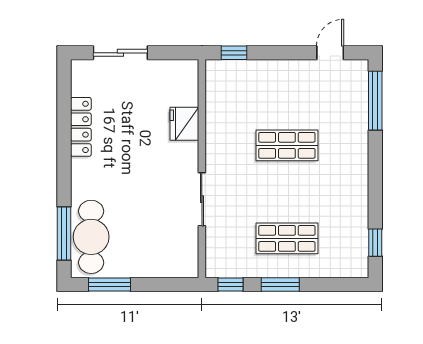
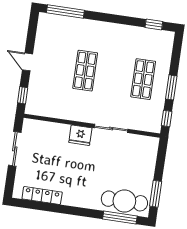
sliding door: (120, 53) -> (15, 149), moved
door: (330, 53) -> (27, 62), moved
fridge: (184, 124) -> (80, 135), moved
locker: (81, 127) -> (42, 195), moved

